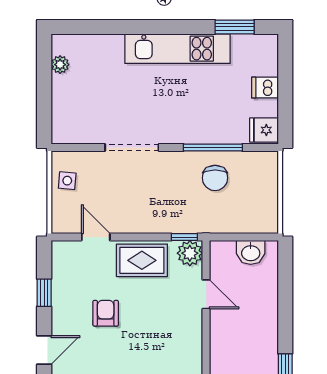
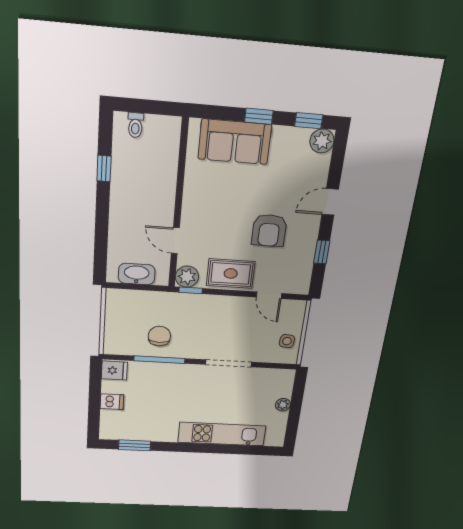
kitchen unit: (178, 49) -> (222, 434), moved
plant: (60, 65) -> (283, 405), moved
washbasin: (251, 252) -> (137, 274), width x1.38
armchair: (106, 313) -> (269, 230), width x1.38, depth x1.38

